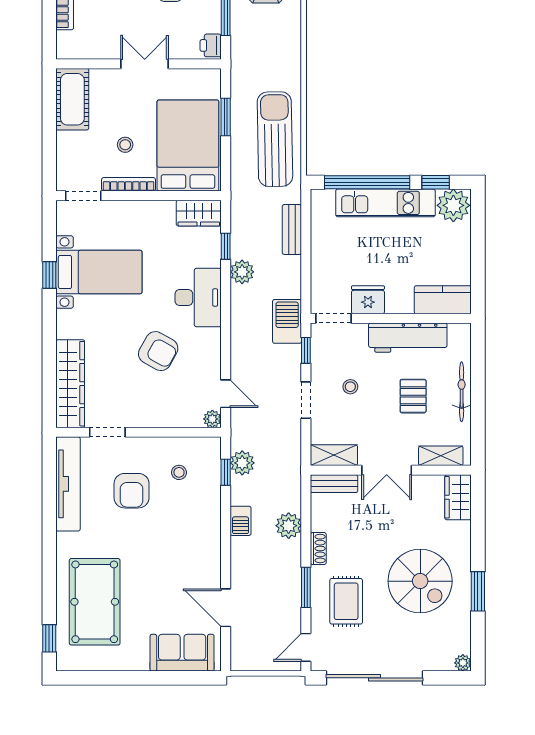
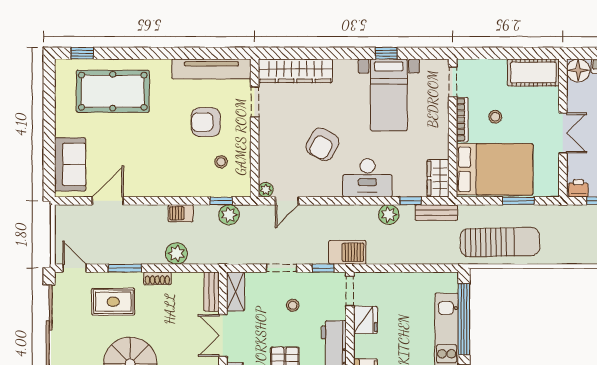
floor lamp: (70, 46) -> (578, 70), added
bench: (292, 229) -> (436, 213), moved

